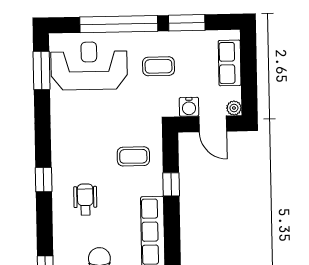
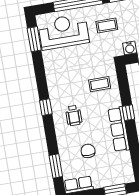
window: (171, 184) -> (128, 113), moved
wheelchair: (85, 199) -> (74, 116), turned 180

